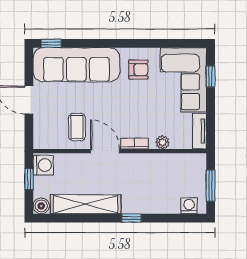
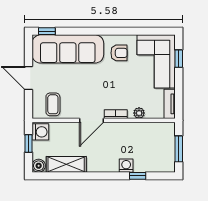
coffee table: (77, 127) -> (53, 104), moved
door: (105, 151) -> (91, 120), swing flipped
shelving: (86, 204) -> (66, 164), width x0.68
washing machine: (189, 206) -> (126, 166), moved
window: (131, 218) -> (138, 176), moved

